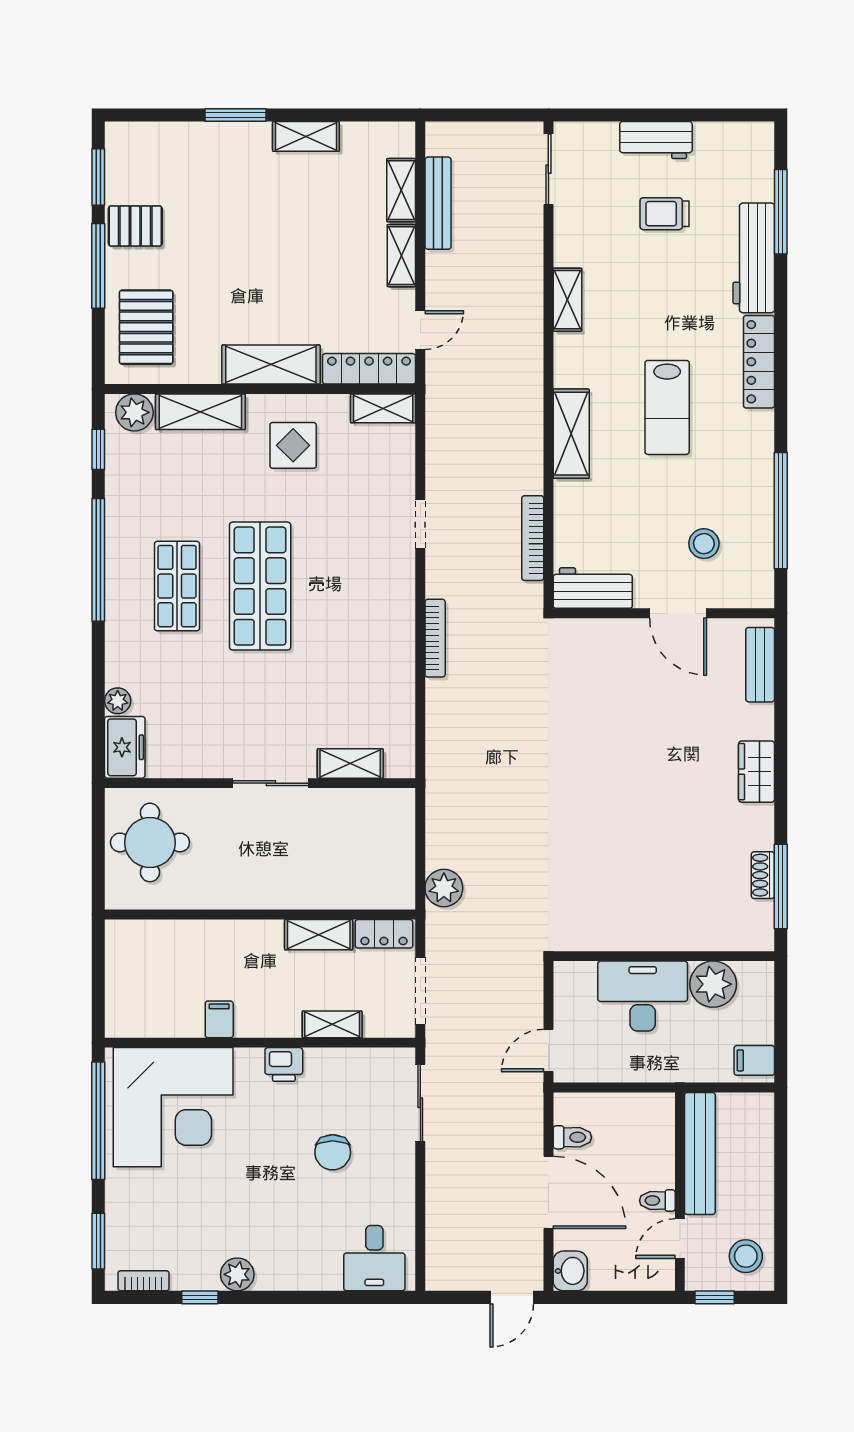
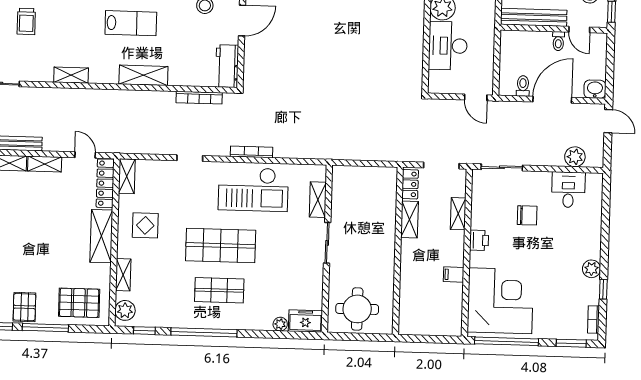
shelving: (200, 412) -> (123, 275), width x0.67, depth x0.75
checkout: (366, 644) -> (253, 189), added
plant: (444, 888) -> (575, 157), moved
desk: (374, 1258) -> (568, 190), moved, turned -90

